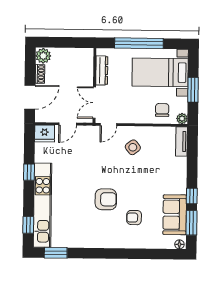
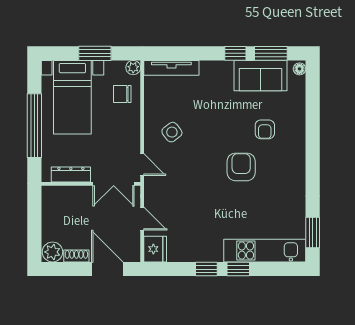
tv unit: (182, 141) -> (171, 68), width x1.41
kitchen unit: (43, 205) -> (265, 251), width x0.73
window: (28, 225) -> (238, 269), moved

